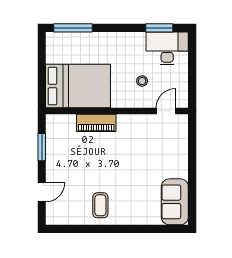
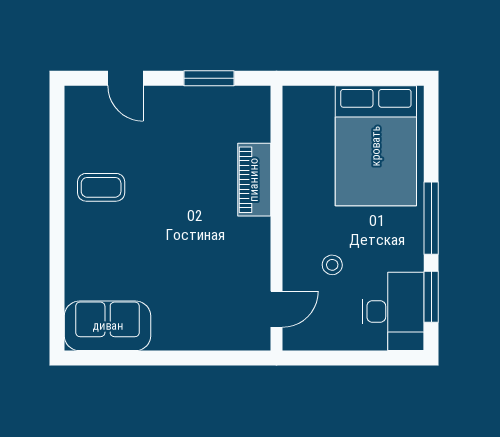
window: (73, 28) -> (431, 218), moved
bed: (78, 86) -> (376, 146), moved
door: (166, 111) -> (277, 309), hinge flipped

